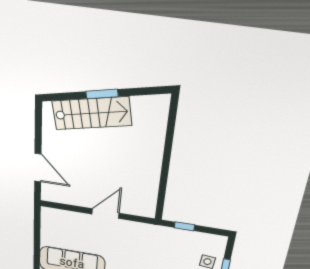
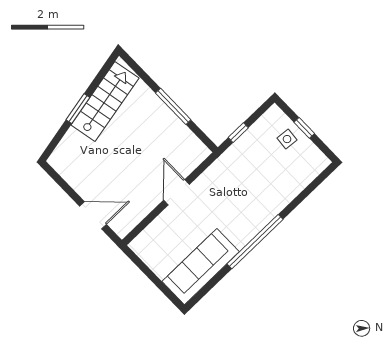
stairs: (92, 113) -> (105, 102), moved
window: (165, 167) -> (173, 106), added

